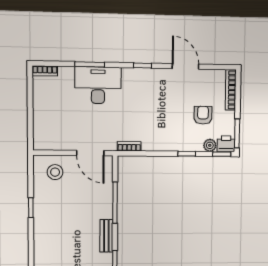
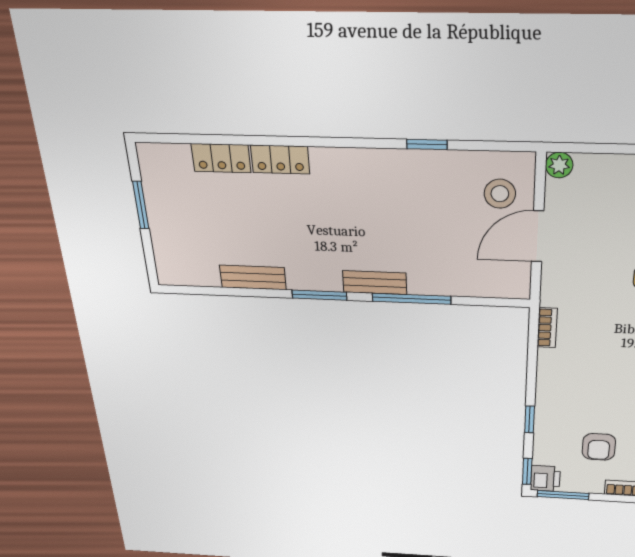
armchair: (203, 115) -> (599, 447), turned 90
plant: (210, 145) -> (559, 165), moved
door: (90, 153) -> (538, 236), moved
window: (115, 203) -> (411, 299), moved

